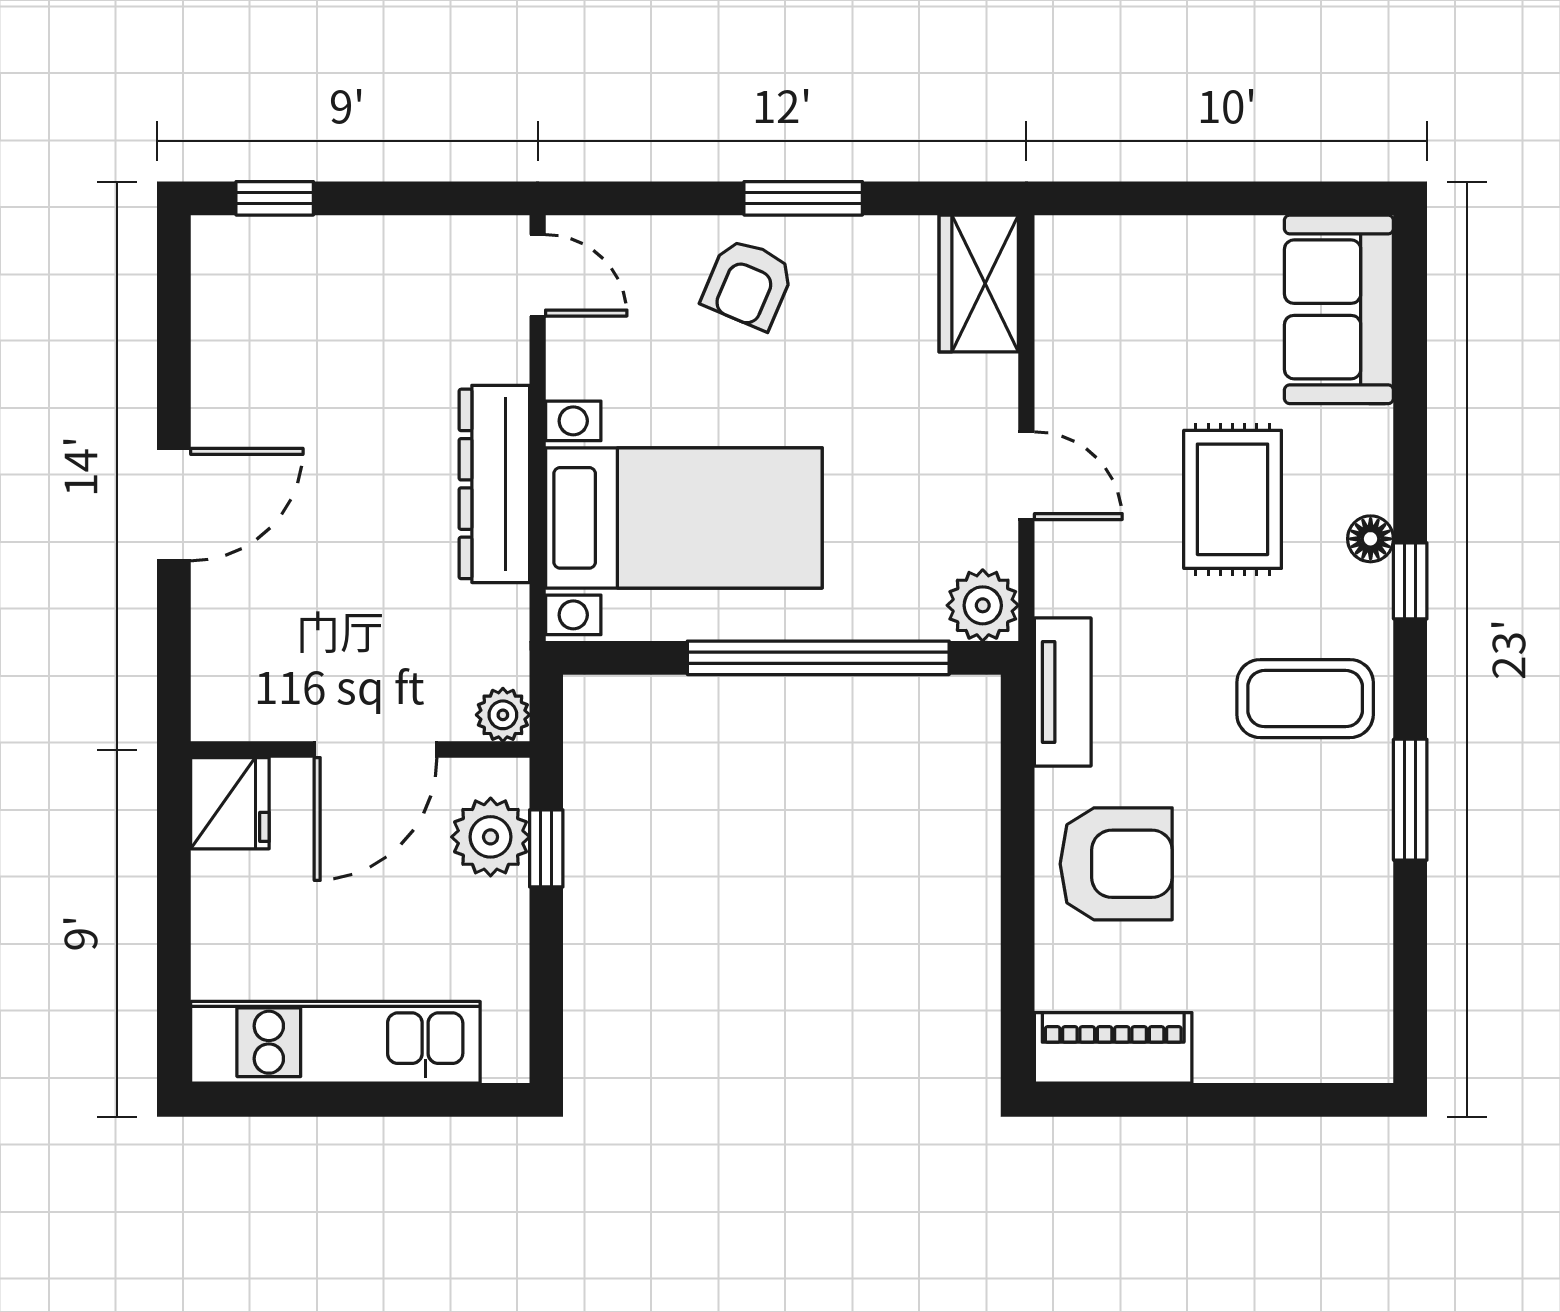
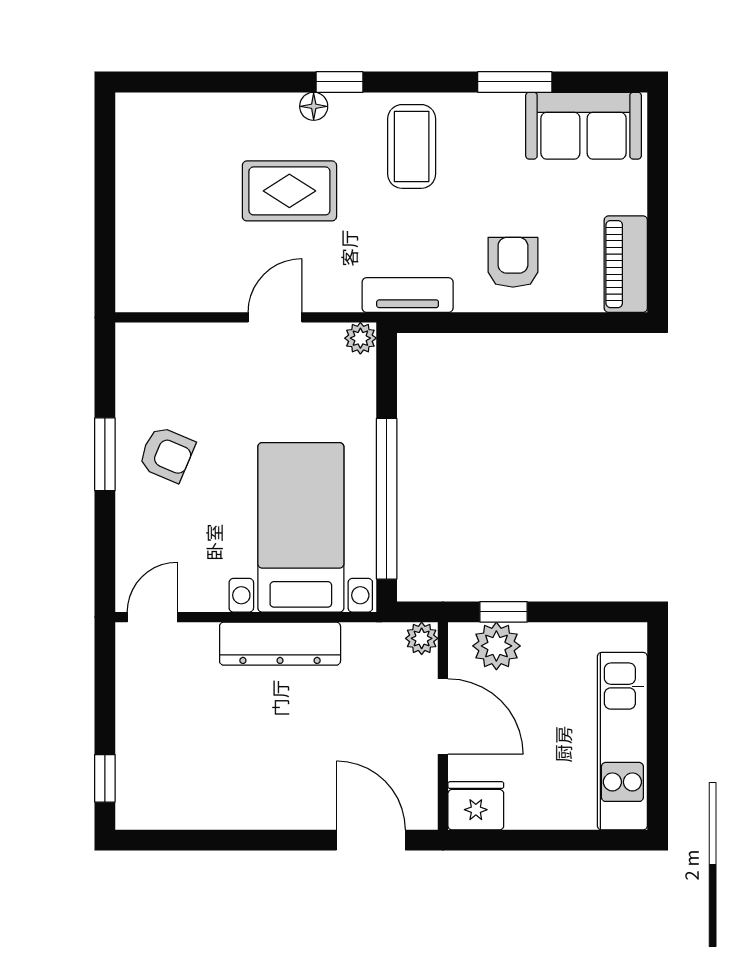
wardrobe: (979, 283) -> (157, 347), removed
armchair: (748, 284) -> (167, 454), moved
sofa: (1339, 309) -> (584, 126), moved
door: (174, 505) -> (371, 840), moved
plant: (983, 605) -> (360, 338), width x0.73, depth x0.73
window: (818, 658) -> (387, 499), moved
window: (1410, 800) -> (515, 82), moved
armchair: (1116, 864) -> (513, 262), width x0.72, depth x0.72

